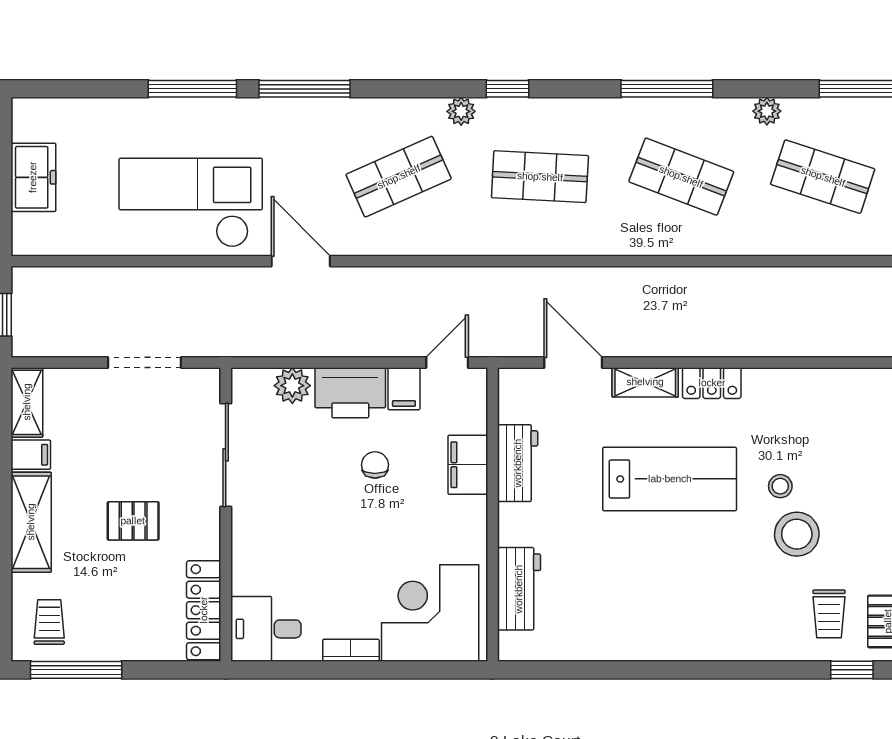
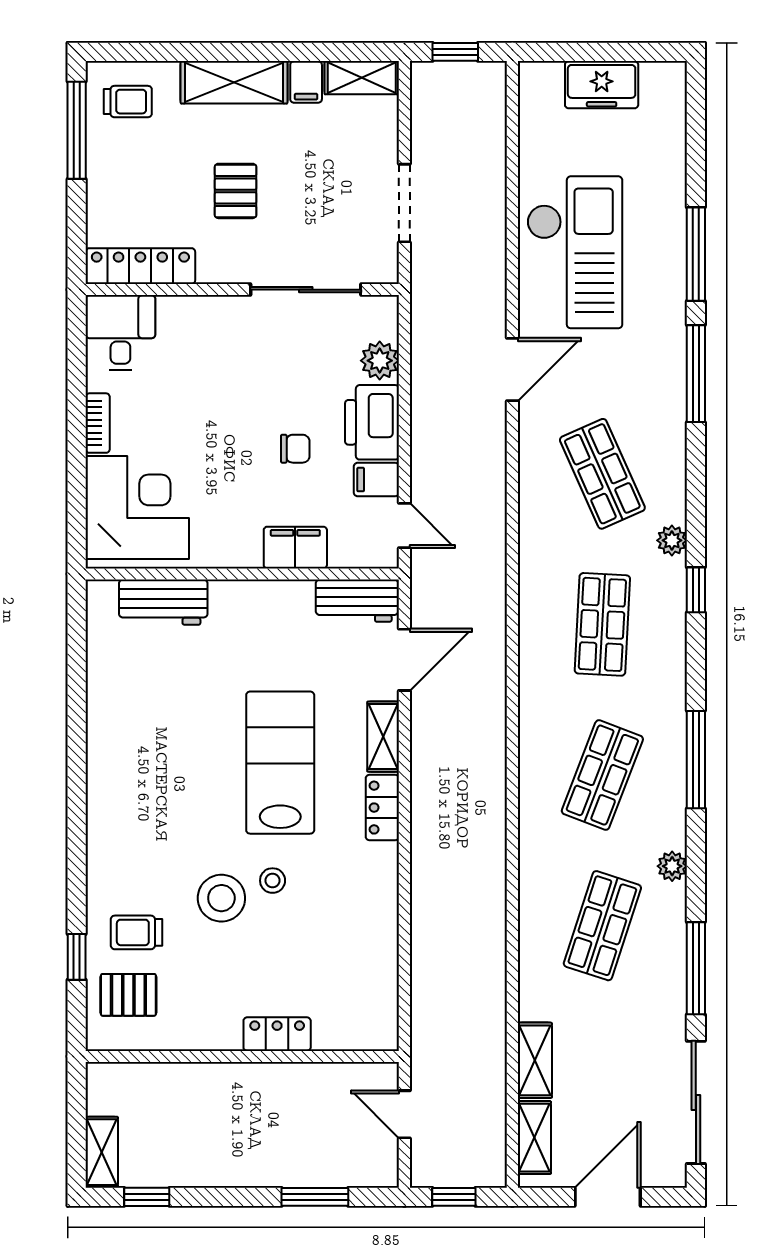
workbench: (518, 463) -> (357, 601), moved
lab bench: (670, 479) -> (280, 763), turned 180

